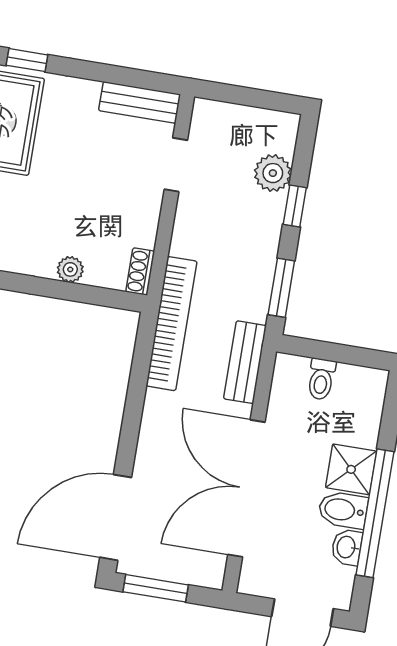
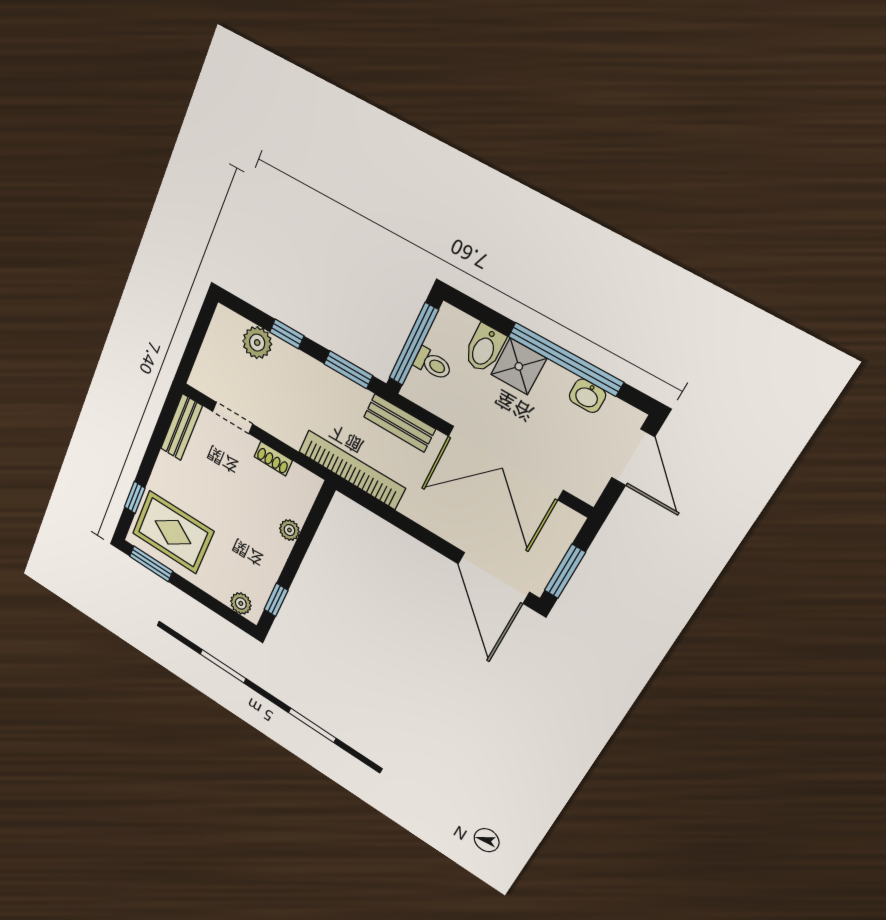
shoe rack: (140, 272) -> (273, 459), moved
window: (334, 352) -> (414, 344), added
bidet: (343, 510) -> (484, 348), moved

